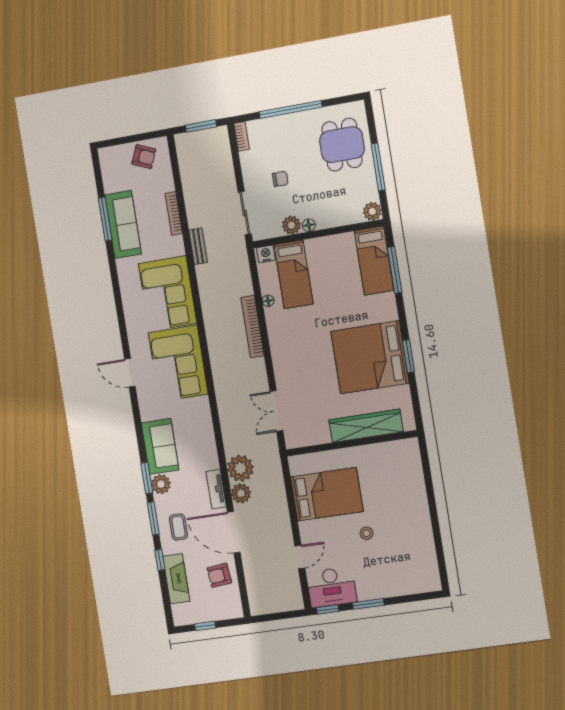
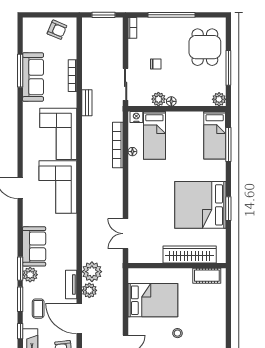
bookcase: (252, 327) -> (118, 145), moved
cot: (394, 451) -> (207, 276), added

